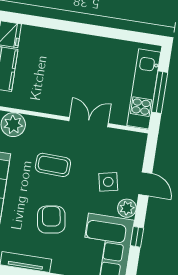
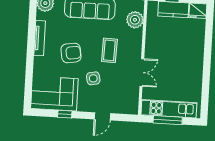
side table: (108, 182) -> (93, 78), moved
plant: (127, 208) -> (84, 105), removed

